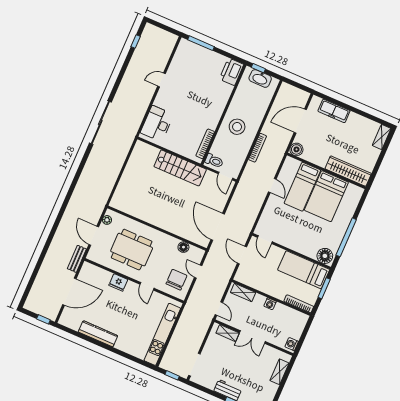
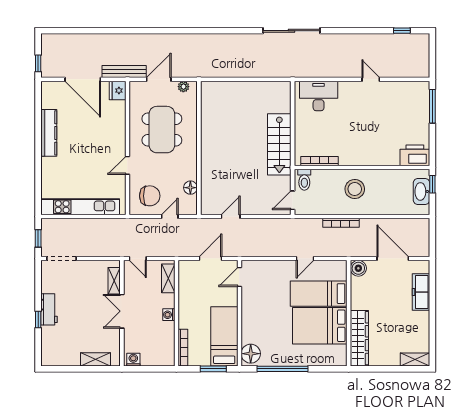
door: (218, 227) -> (231, 217), width x0.53
bench: (77, 259) -> (124, 72), width x1.36
fridge: (118, 282) -> (118, 91), moved
door: (219, 309) -> (138, 259), hinge flipped

